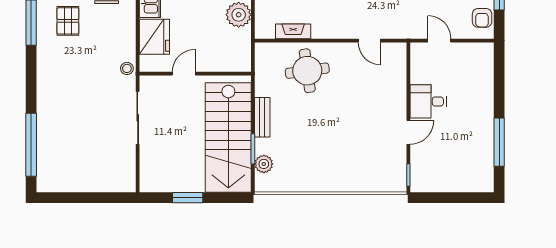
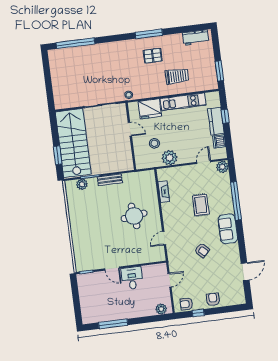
stool: (212, 36) -> (154, 143), added
plant: (485, 60) -> (161, 309), added
round table: (307, 71) -> (134, 216), moved
stairs: (228, 138) -> (73, 143), moved, turned 90
window: (188, 198) -> (58, 155), moved

